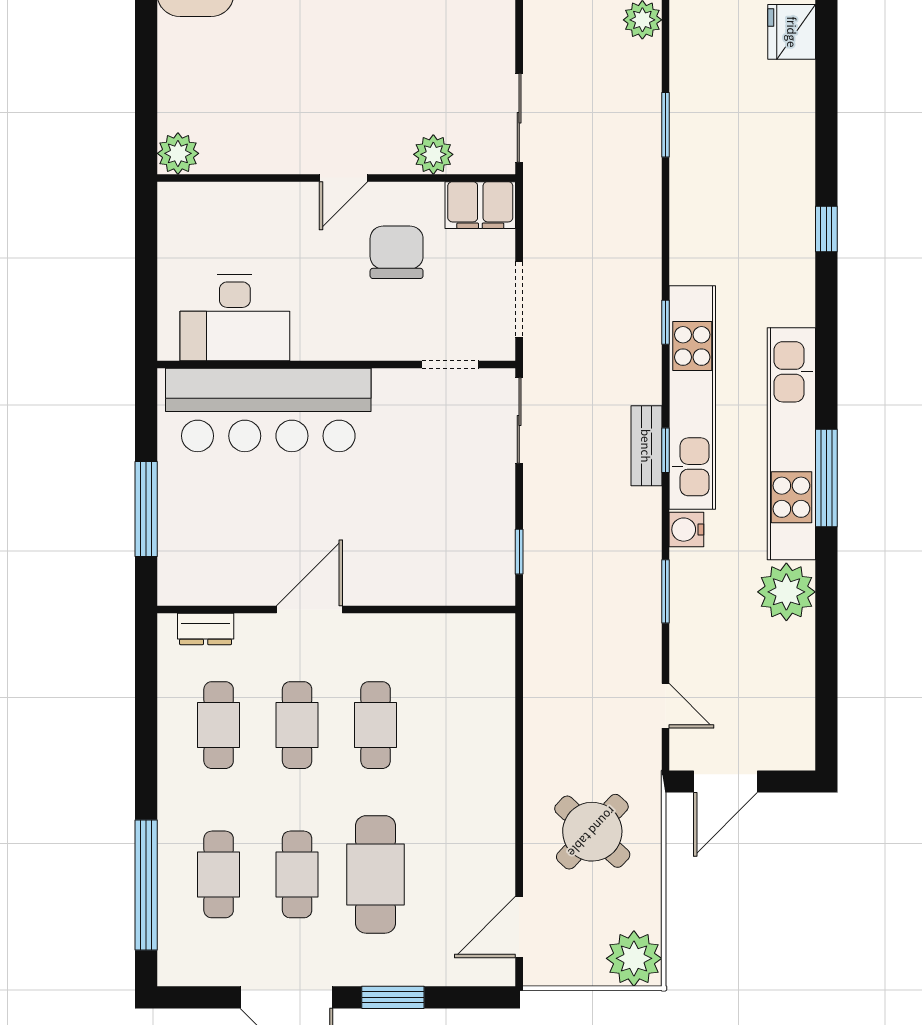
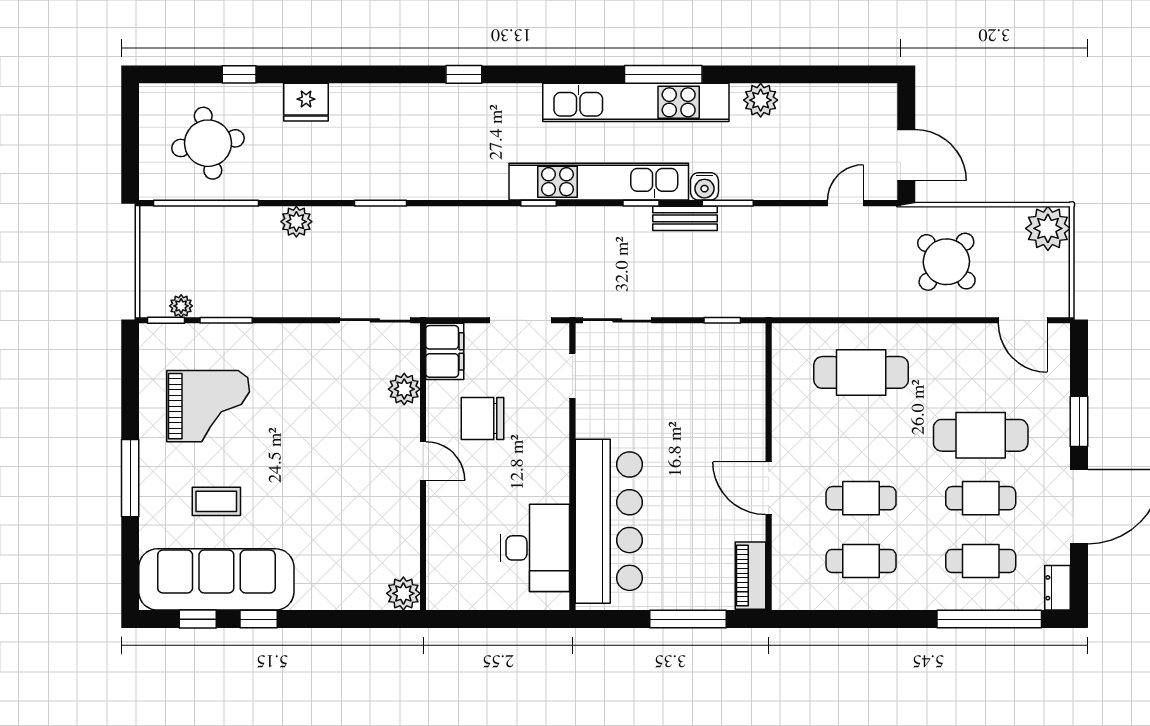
bench: (646, 446) -> (685, 218), moved
piano: (200, 587) -> (751, 576), added
window: (665, 591) -> (728, 203), moved
plant: (786, 592) -> (761, 100), width x0.73, depth x0.73
dresser: (206, 629) -> (1058, 588), moved, turned 180
cafe table: (376, 725) -> (861, 372), moved, width x1.37, depth x1.35

